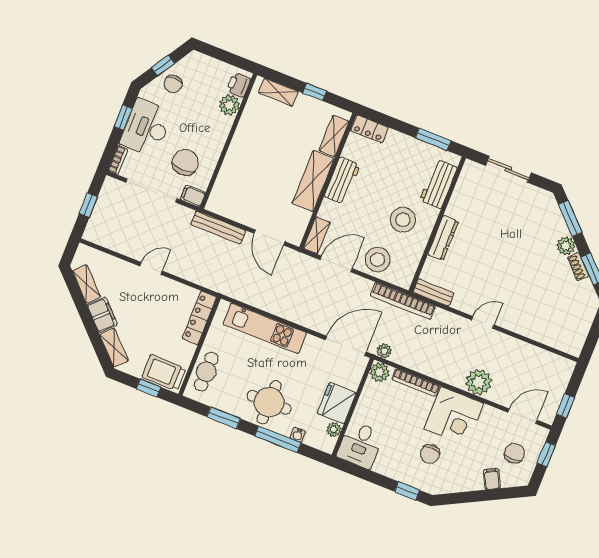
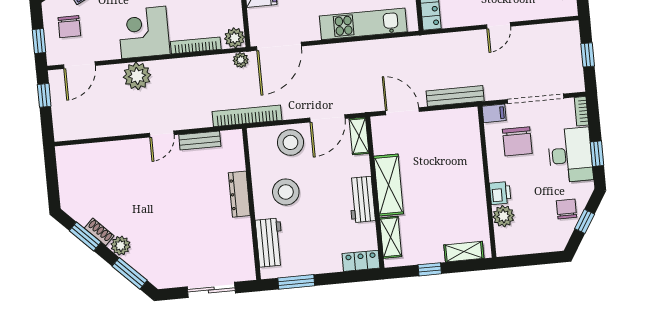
printer: (238, 85) -> (500, 193), moved
bench: (433, 292) -> (200, 141), moved

